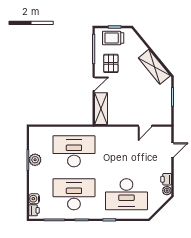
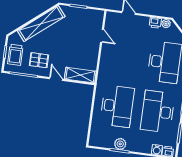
shelving: (154, 67) -> (41, 24), width x1.47
desk: (74, 151) -> (117, 106), turned 180

